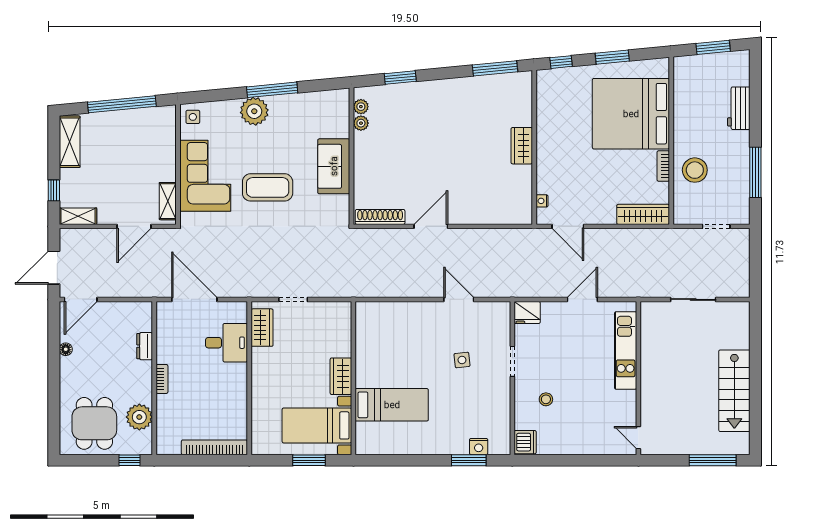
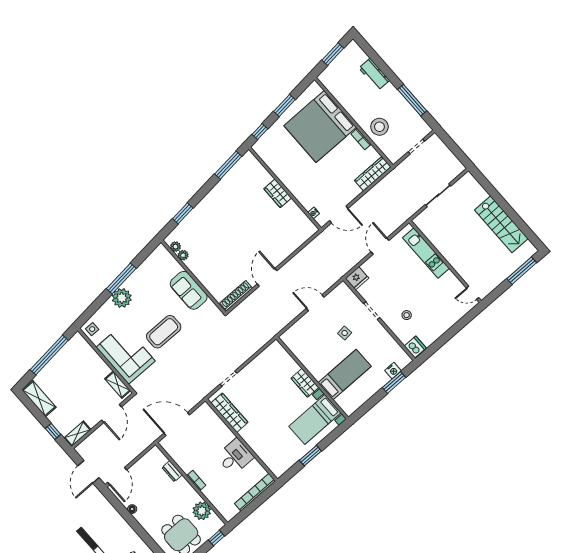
wardrobe: (262, 328) -> (229, 413), width x1.50
desk: (226, 343) -> (235, 457), moved
wardrobe: (341, 376) -> (305, 383), moved
wall: (353, 378) -> (312, 378), moved
bed: (392, 405) -> (345, 374), moved
bed with nightstands: (317, 425) -> (315, 420), moved

